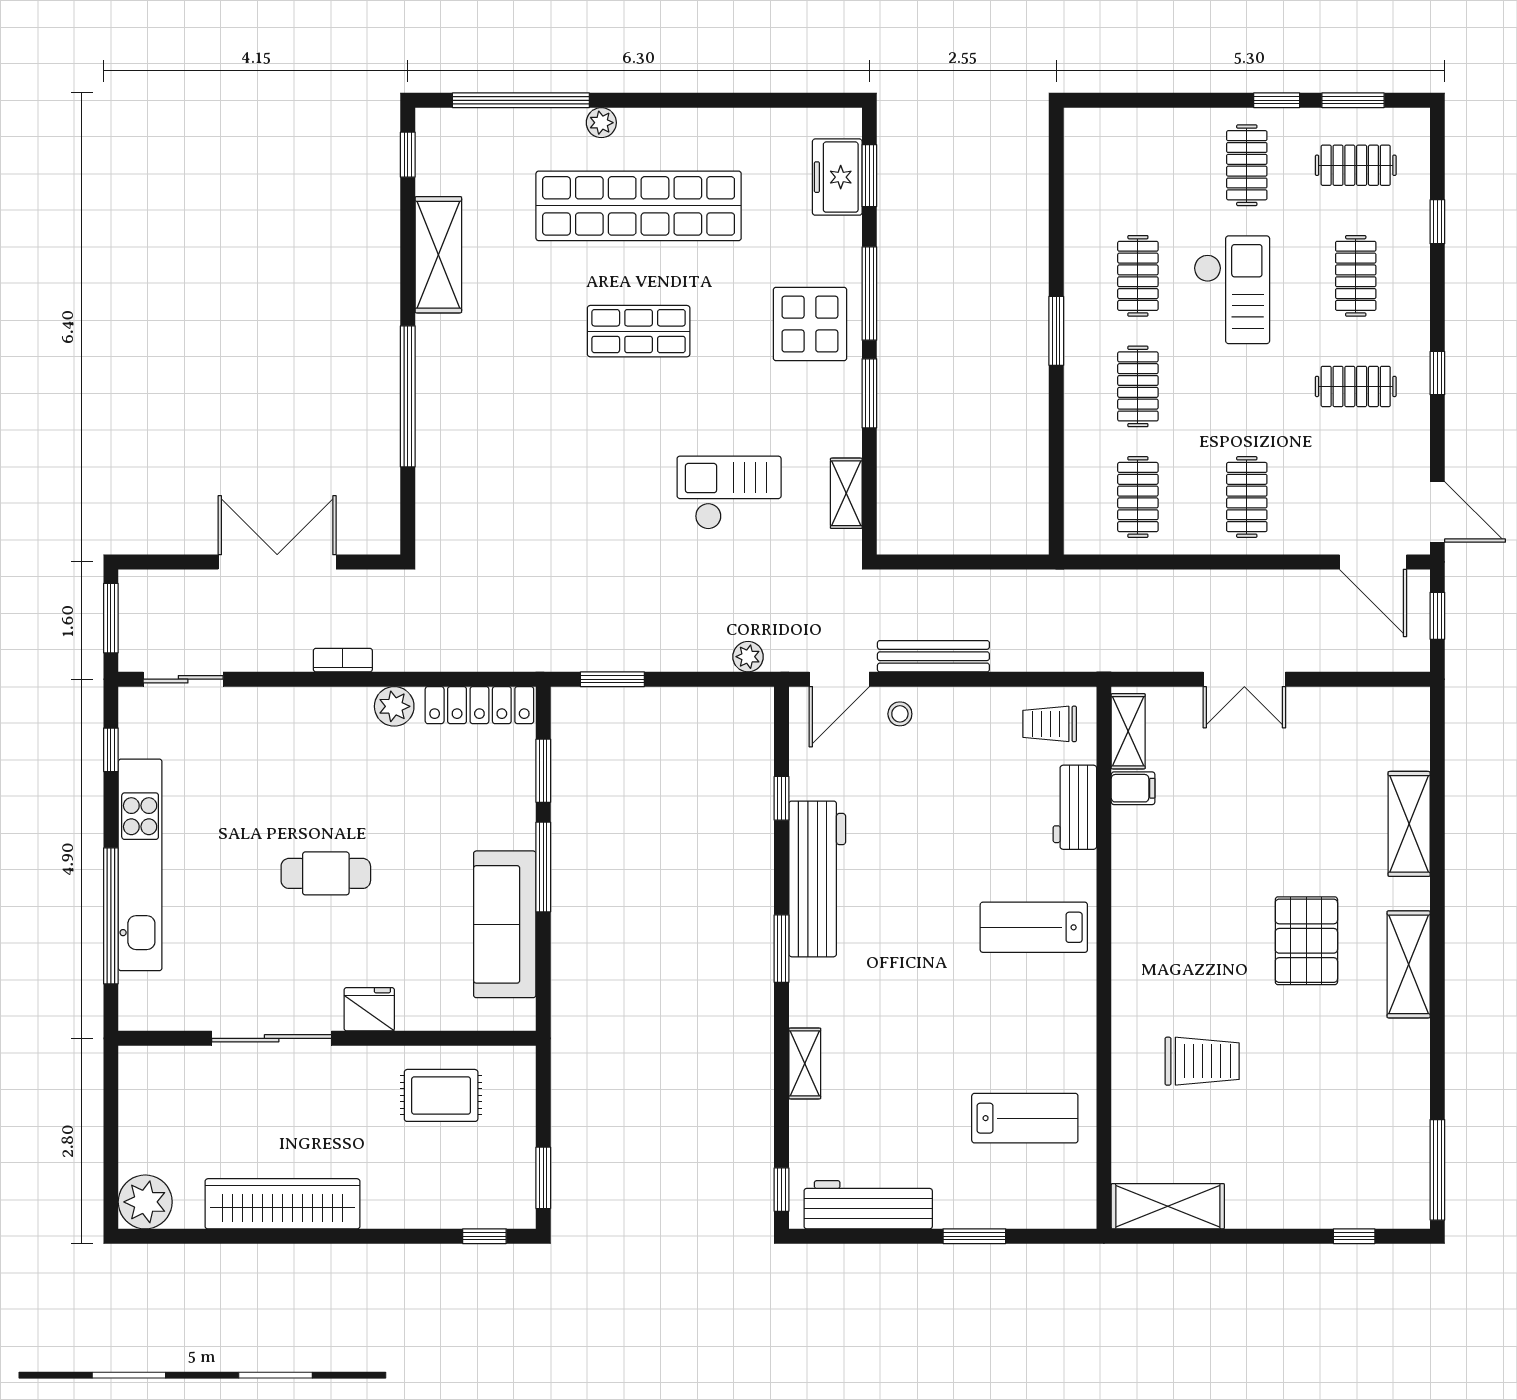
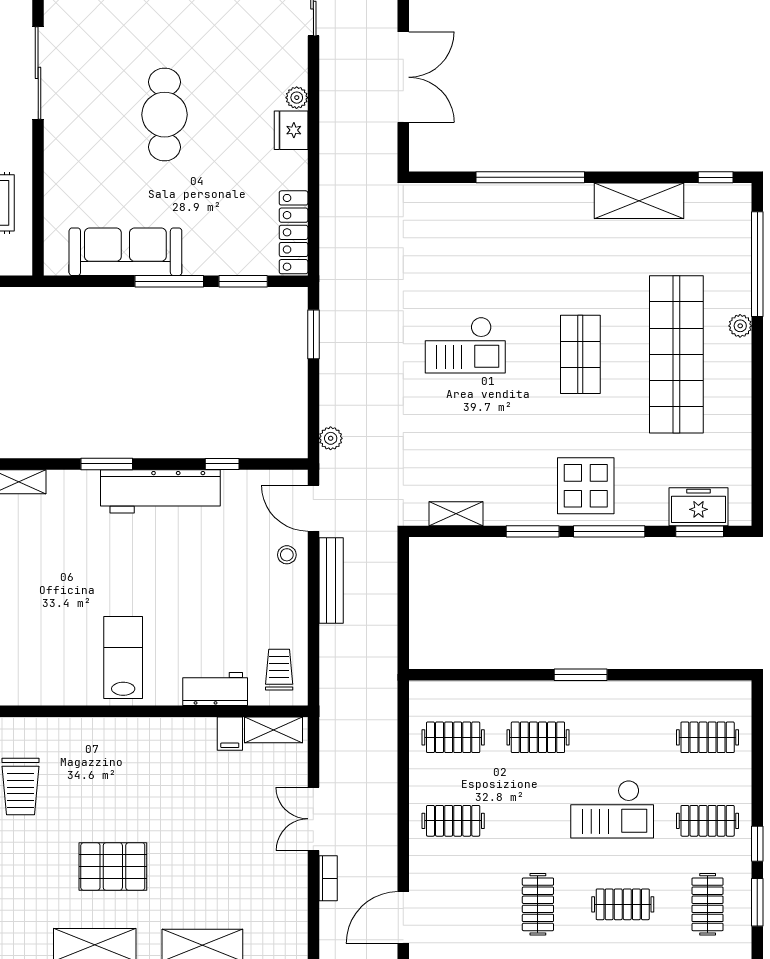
clothes rail: (1138, 276) -> (708, 737), moved
checkout: (729, 493) -> (465, 345), moved, turned 90
bookcase: (343, 660) -> (328, 878), moved
plant: (394, 706) -> (297, 98), moved, width x0.73, depth x0.73
cafe table: (326, 873) -> (164, 115), width x1.37, depth x1.35
fridge: (369, 1009) -> (291, 130), moved, turned 180

